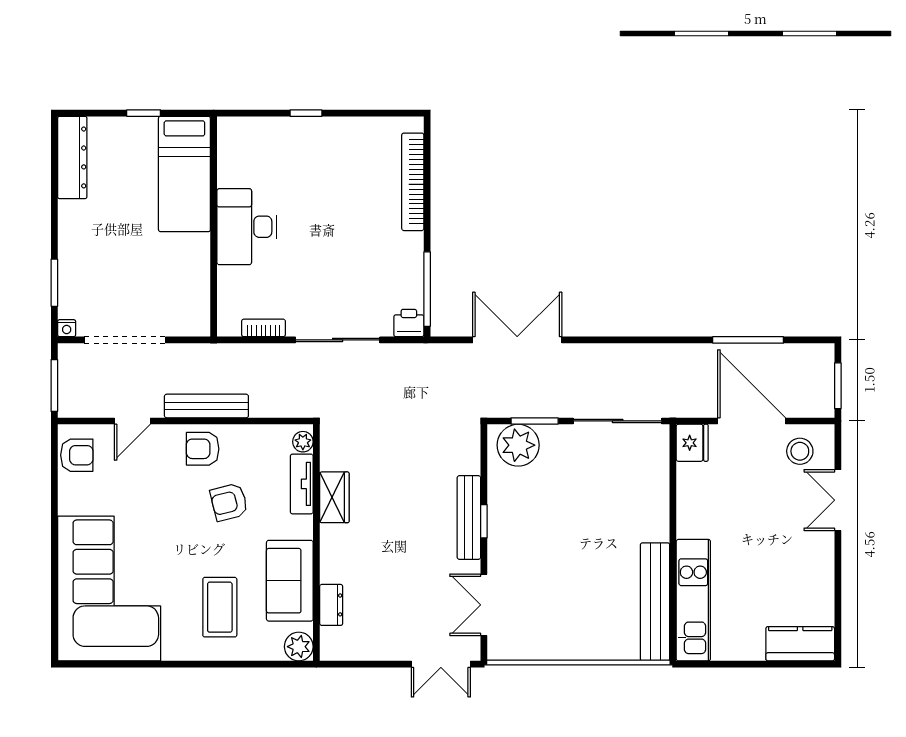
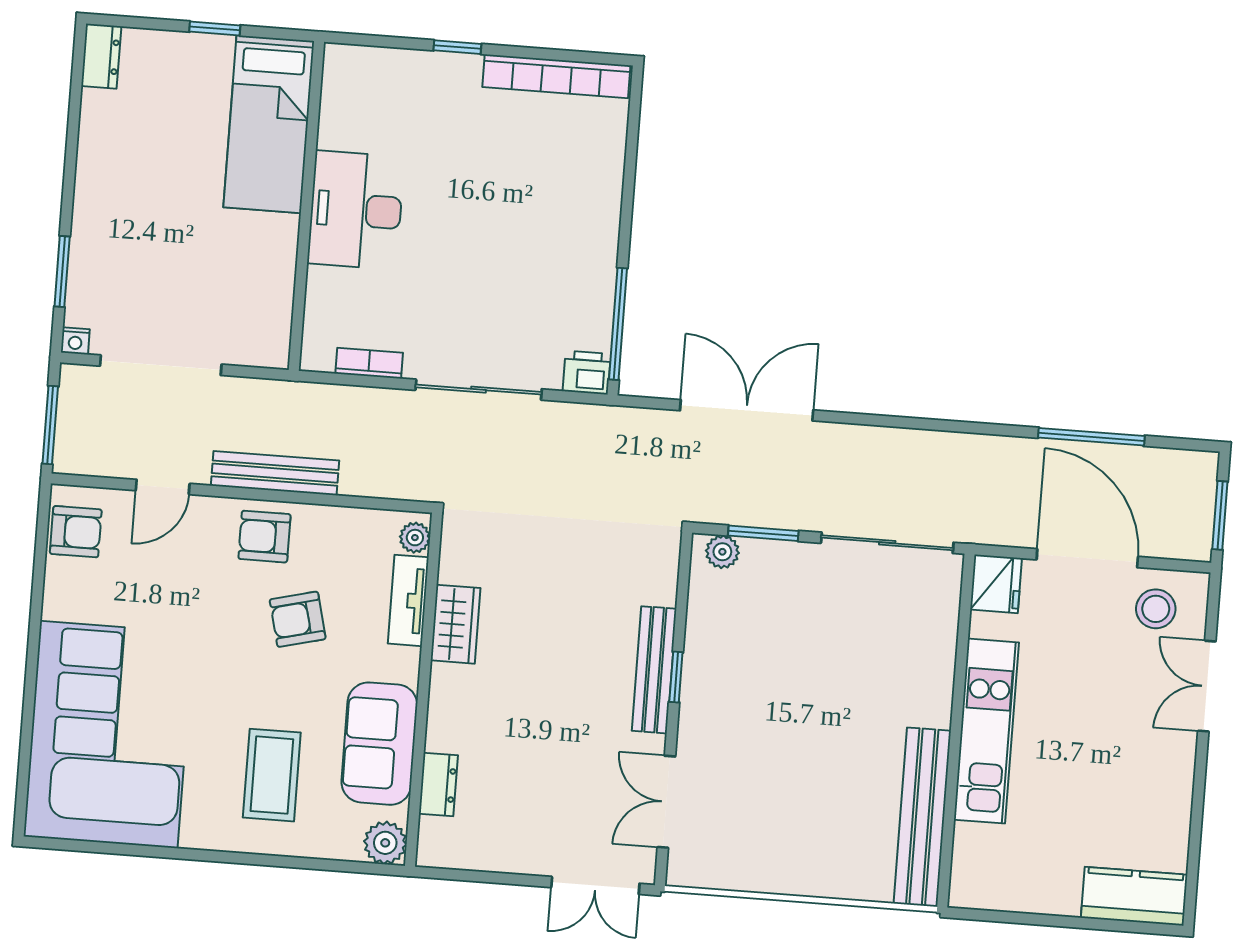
dresser: (72, 157) -> (101, 56), width x0.51, depth x0.80
bookcase: (413, 182) -> (556, 76), moved, turned -90
plant: (518, 445) -> (722, 552), width x0.53, depth x0.53
kitchen unit: (693, 600) -> (986, 731), moved

